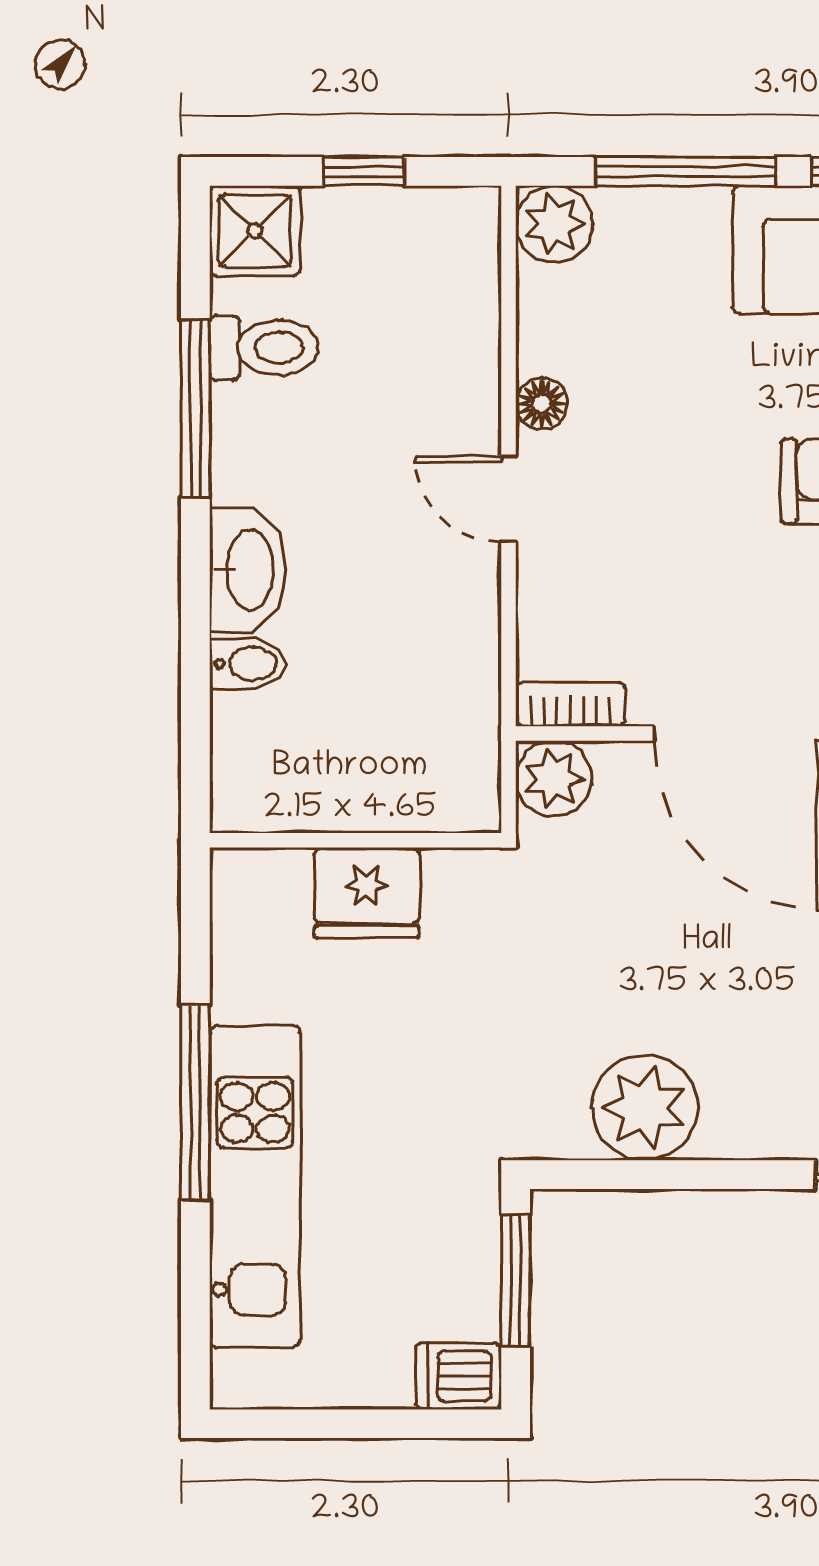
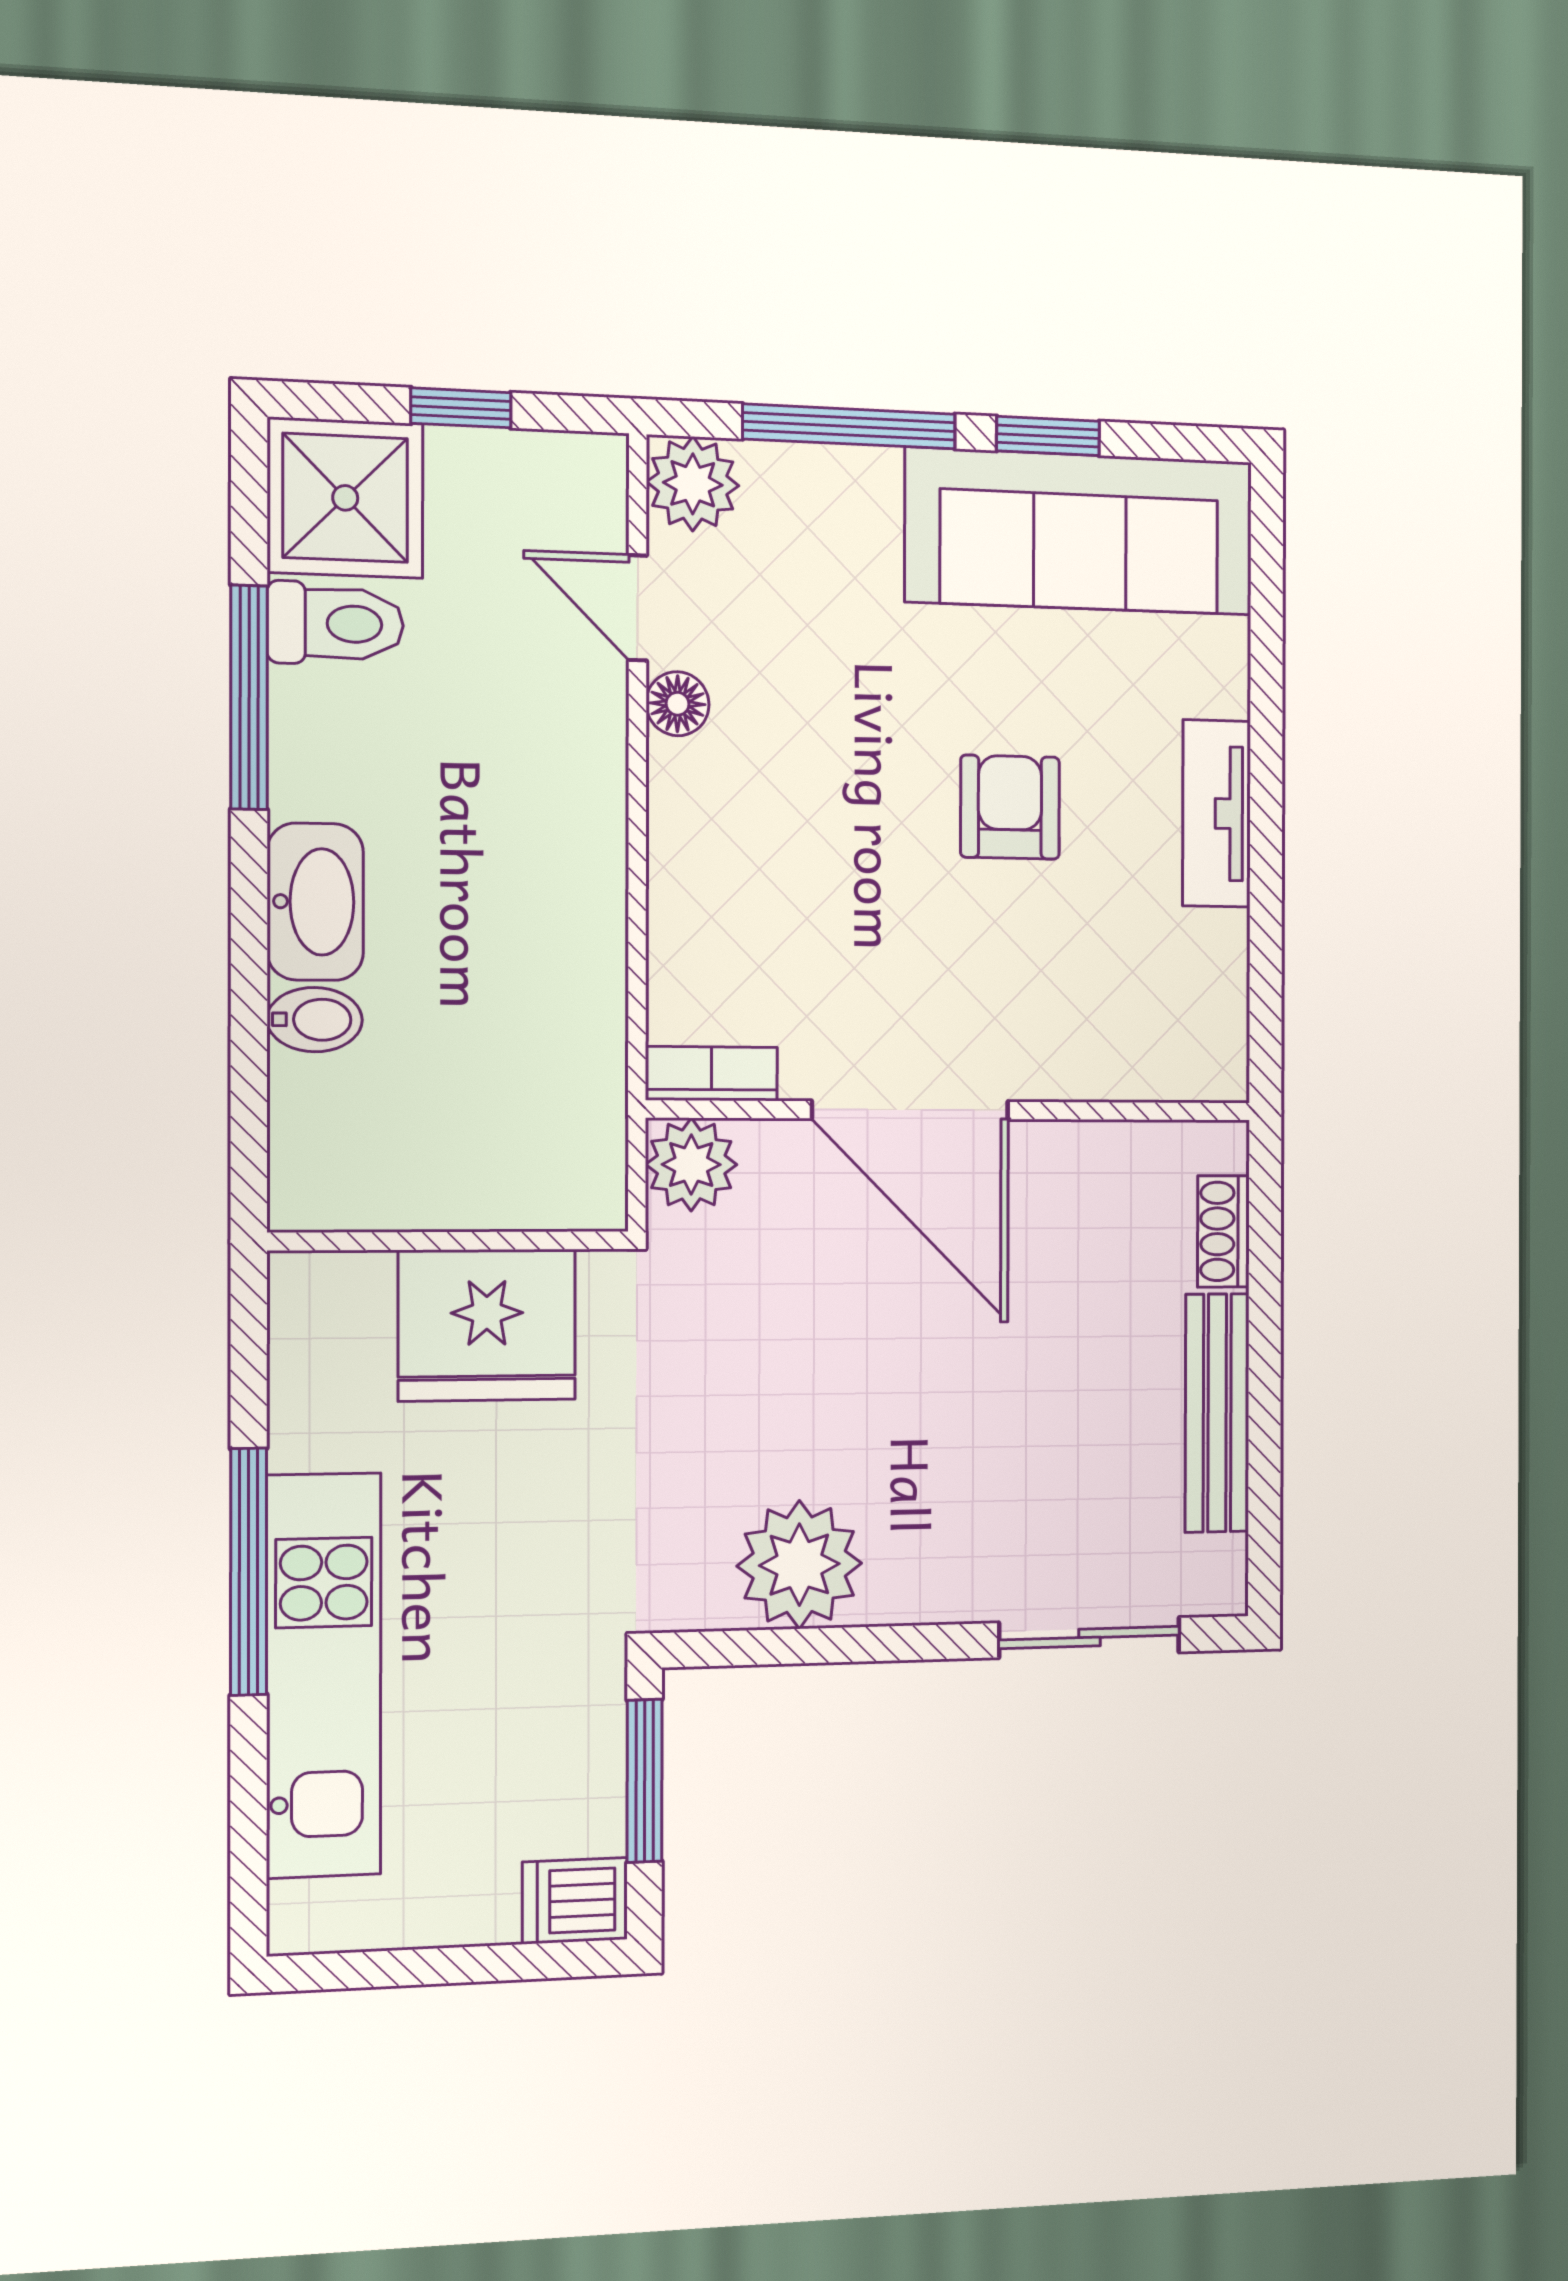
shower: (255, 231) -> (345, 498), width x1.36, depth x1.36
door: (508, 499) -> (638, 608), moved
fridge: (367, 893) -> (487, 1325), width x1.36, depth x1.34

